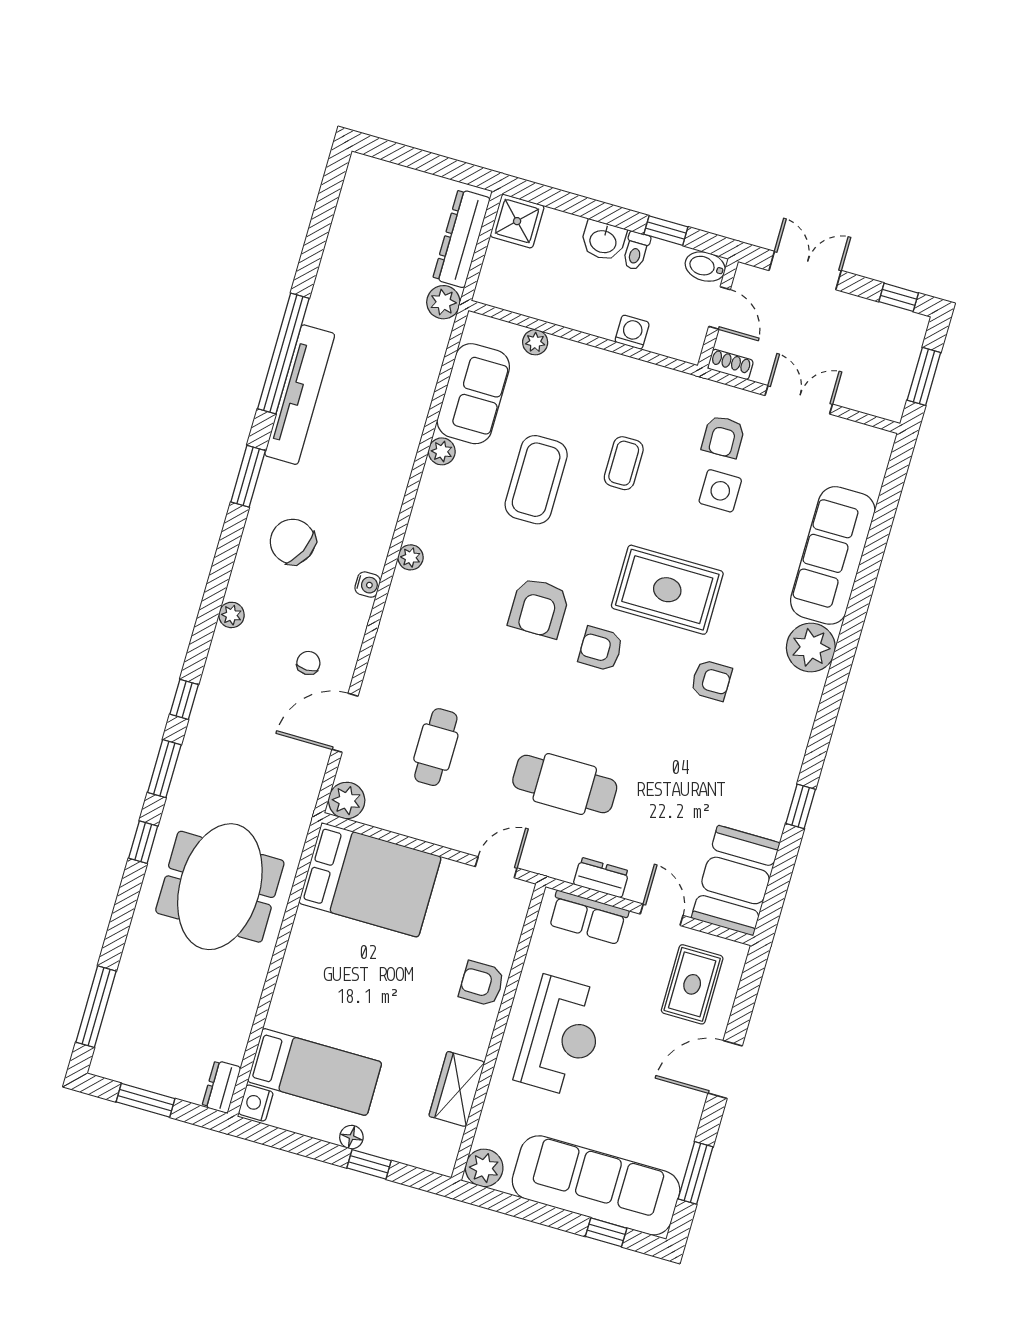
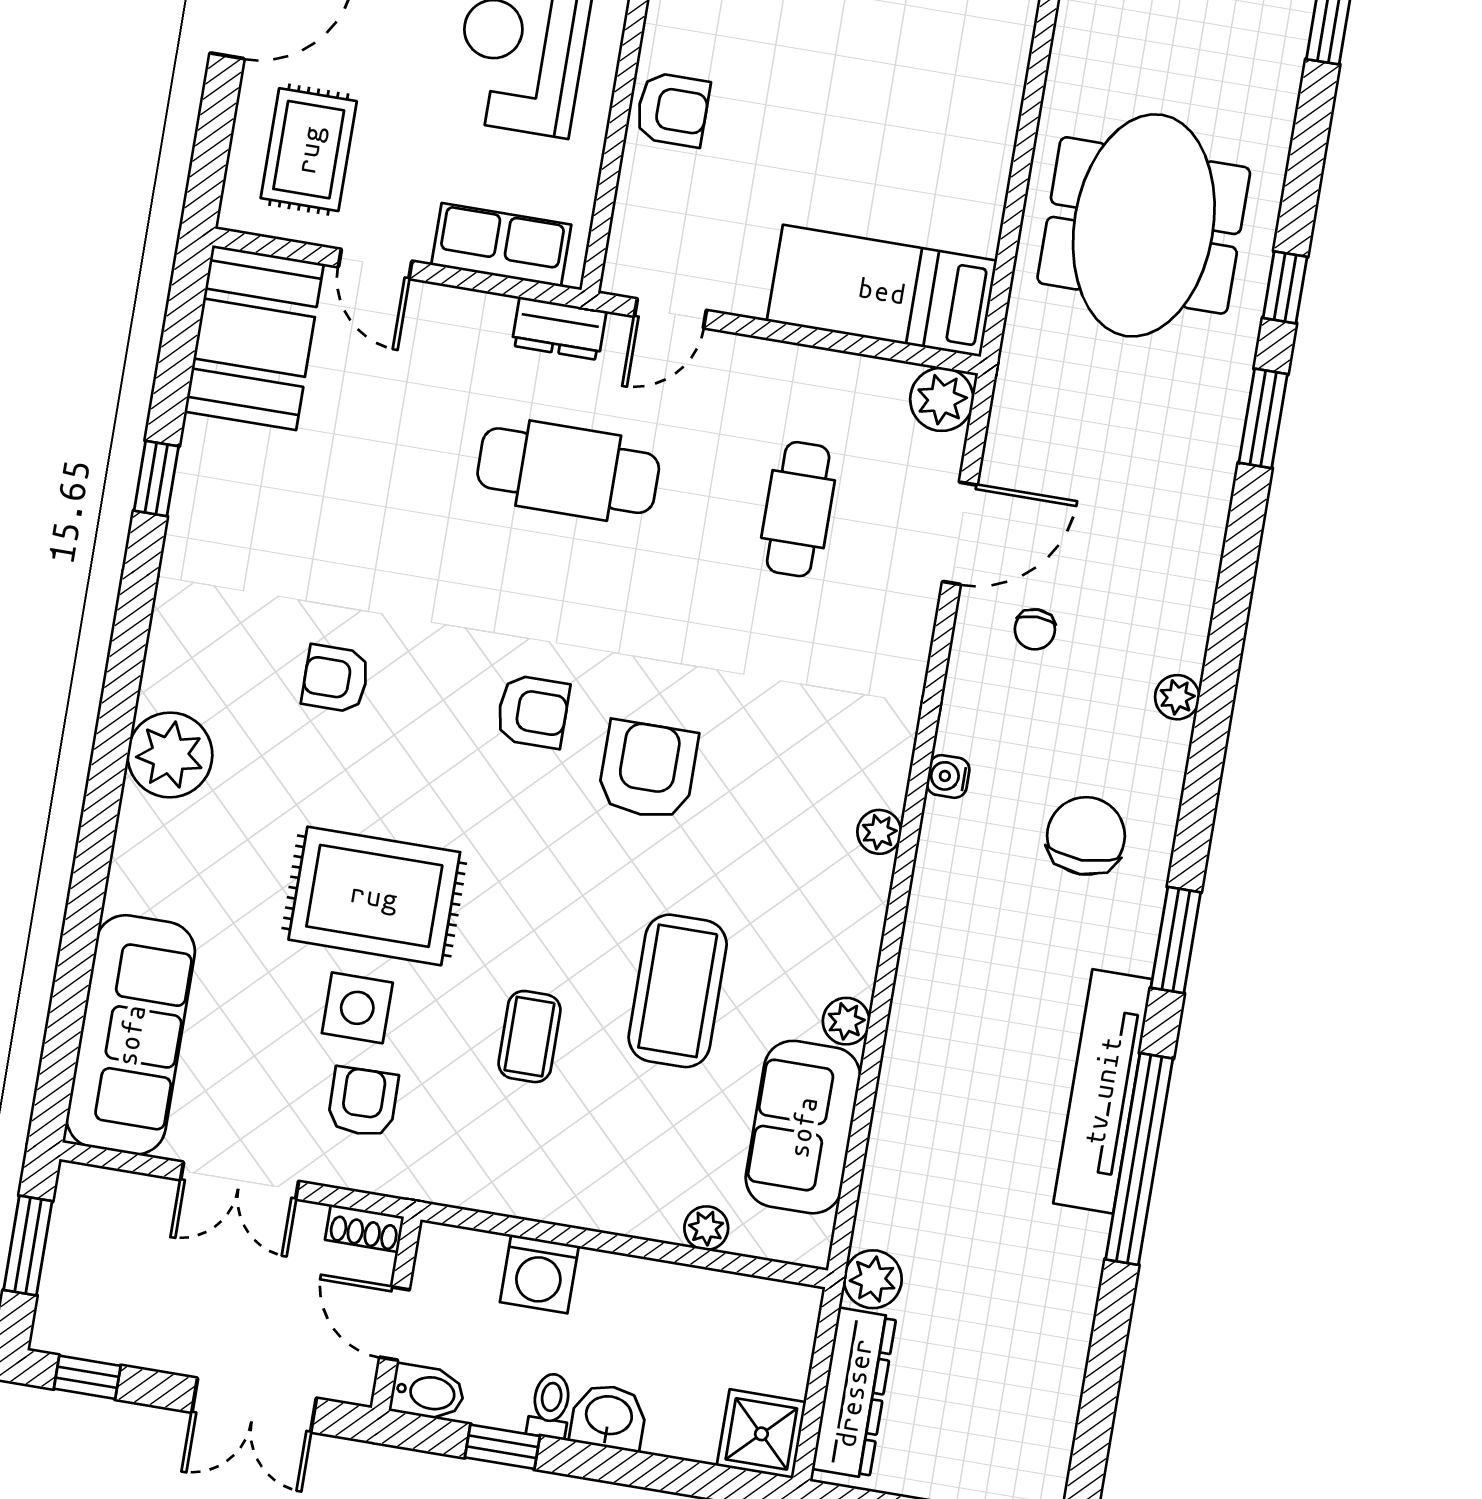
washing machine: (632, 332) -> (539, 1274), width x1.38, depth x1.38
chair: (293, 542) -> (1086, 836), turned -115
sofa: (833, 555) -> (131, 1035), moved
rug: (667, 590) -> (374, 896), moved
window: (184, 699) -> (1242, 542), removed
dresser: (601, 878) -> (559, 328), moved
bed: (370, 880) -> (882, 291), width x0.67

